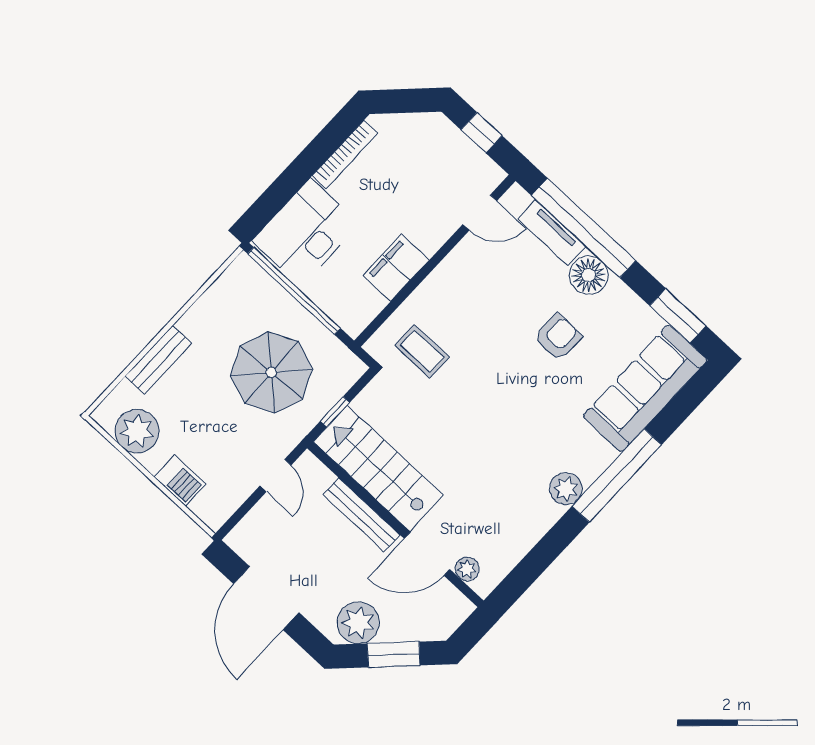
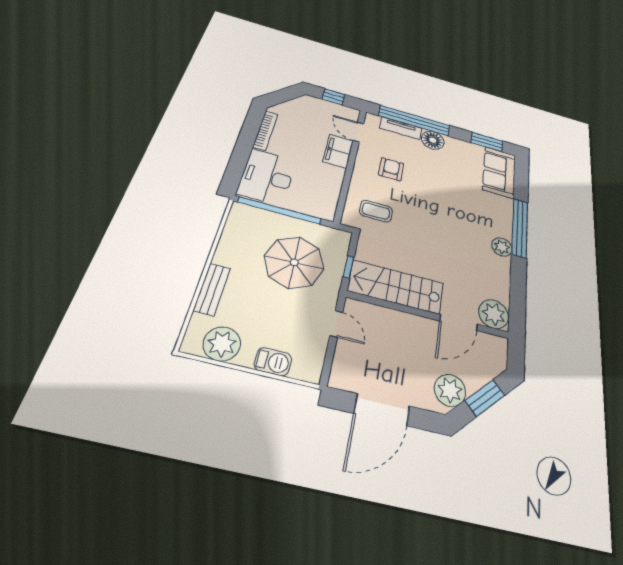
door: (480, 213) -> (358, 132), swing flipped
filing cabinet: (396, 268) -> (338, 151), moved
armchair: (558, 337) -> (391, 169), moved
sofa: (645, 388) -> (499, 172), width x0.73
bench: (361, 515) -> (405, 320), removed
plant: (467, 569) -> (494, 314), width x1.88, depth x1.88
door: (266, 598) -> (382, 410), hinge flipped

